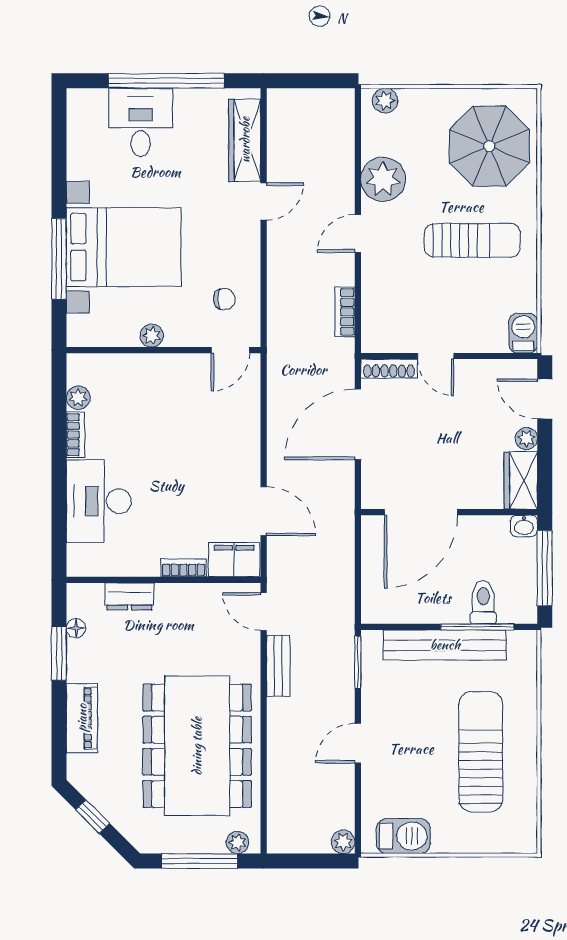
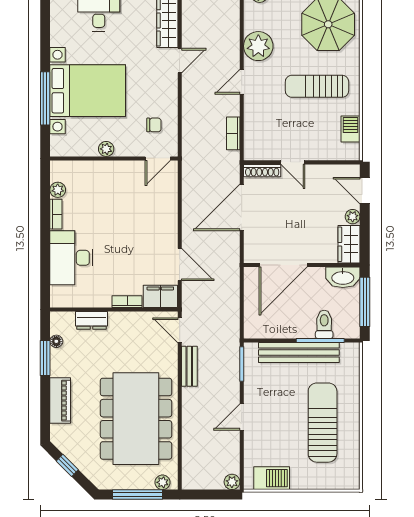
sun lounger: (472, 240) -> (317, 86), turned 180
barbecue: (523, 333) -> (351, 129), moved
washbasin: (524, 526) -> (343, 277), width x1.91, depth x1.45

